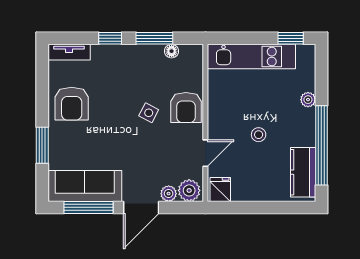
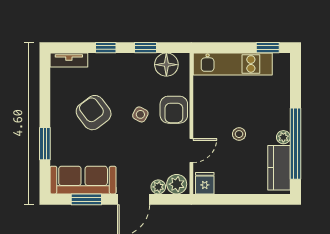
window: (154, 38) -> (145, 48), width x0.67
floor lamp: (172, 51) -> (166, 65), width x1.89, depth x1.89
plant: (308, 100) -> (283, 137), moved
armchair: (72, 104) -> (94, 113), moved, turned 143
window: (89, 207) -> (86, 199), width x0.69

